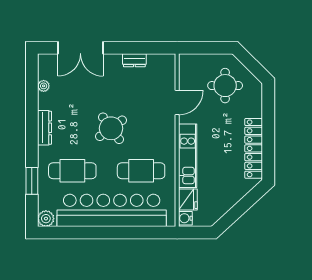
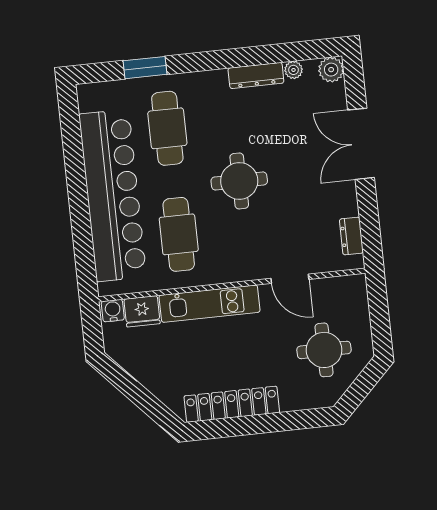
double door: (80, 48) -> (361, 144), moved
dresser: (134, 60) -> (351, 236), moved
dresser: (45, 128) -> (256, 75), moved
round table: (111, 128) -> (239, 181), turned 36
plant: (46, 219) -> (331, 70), moved

